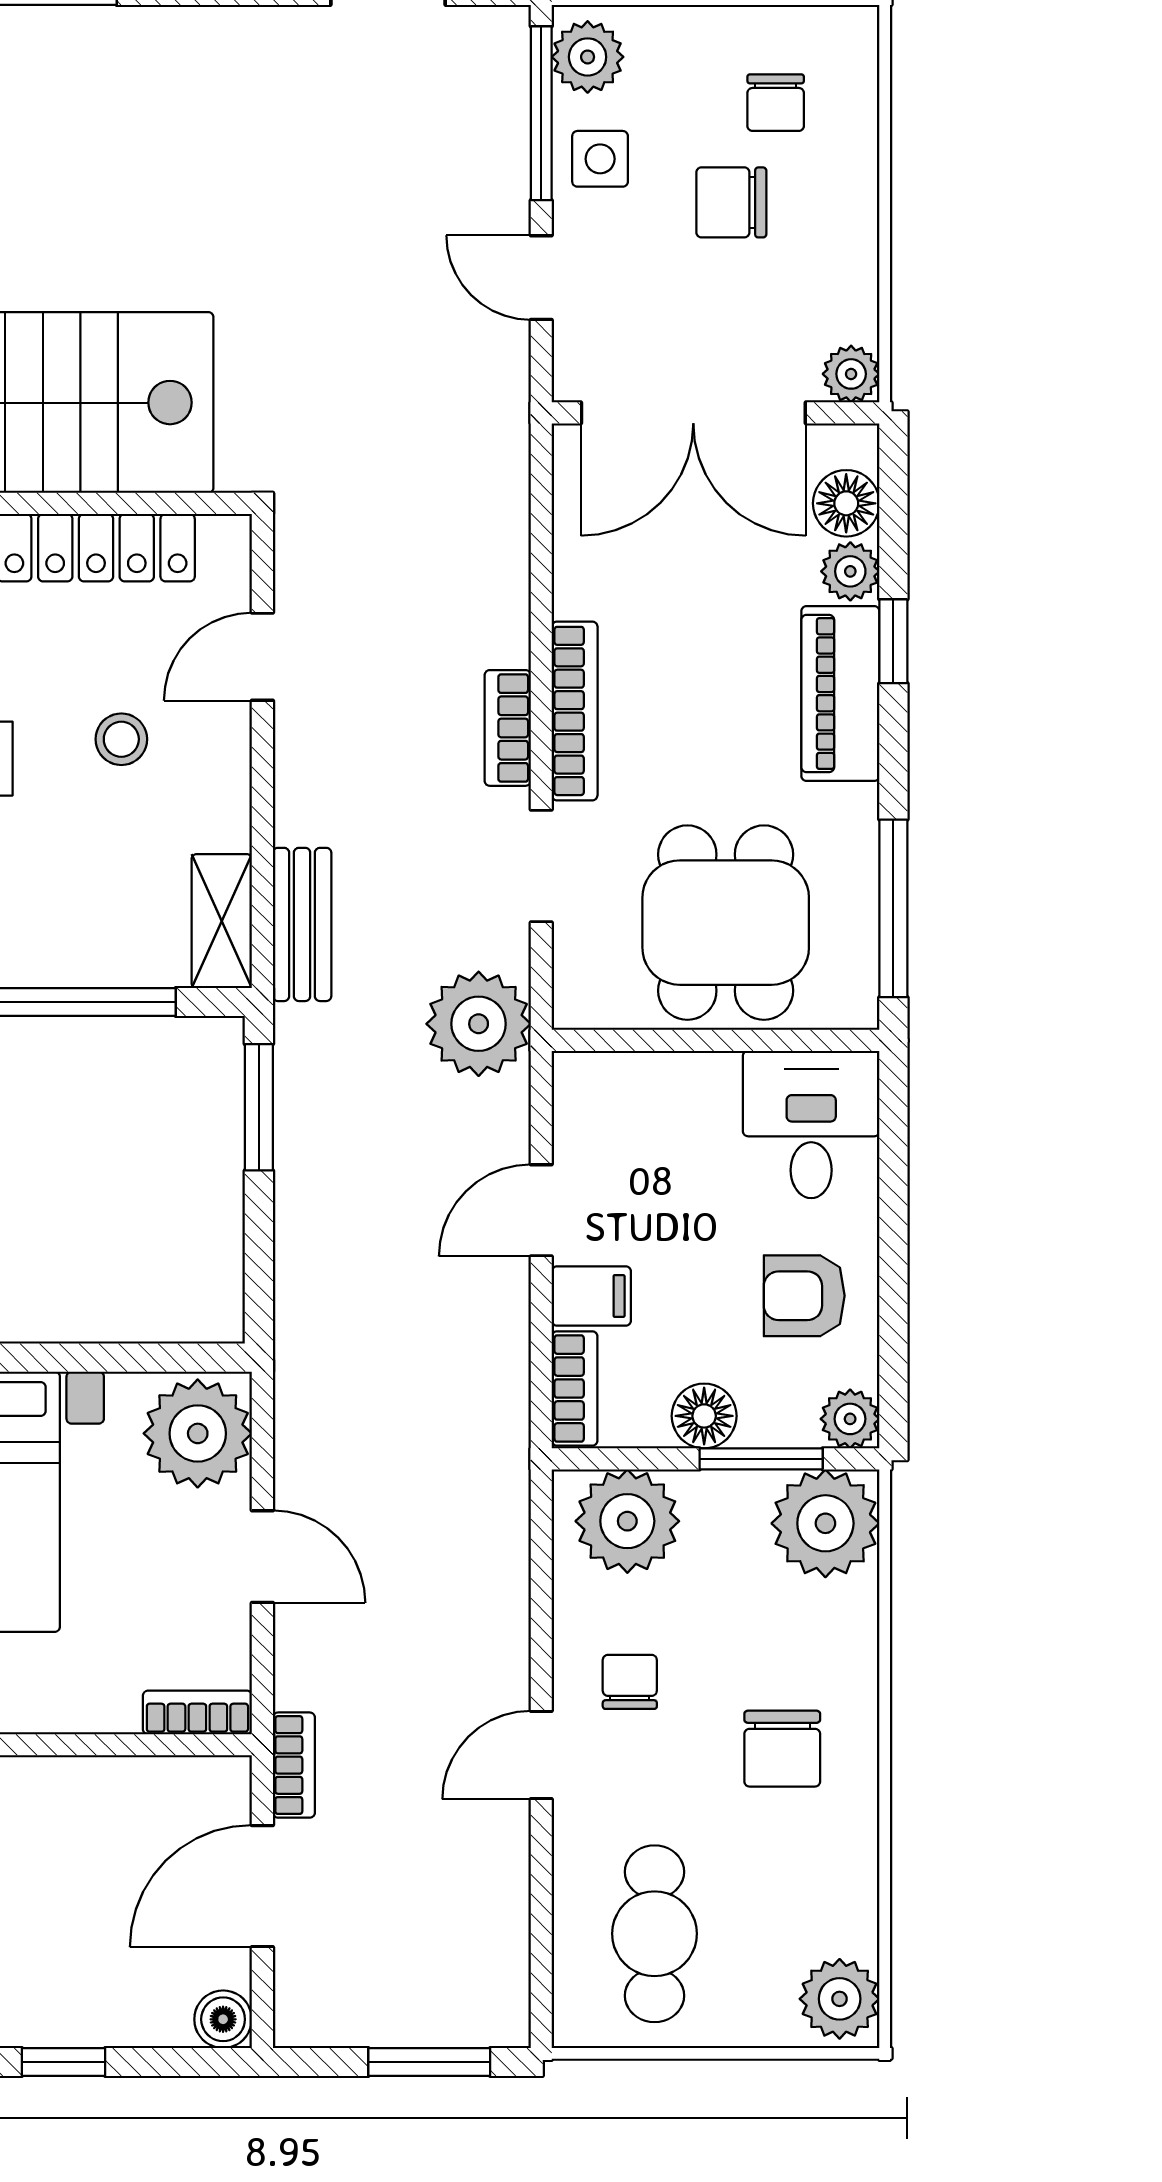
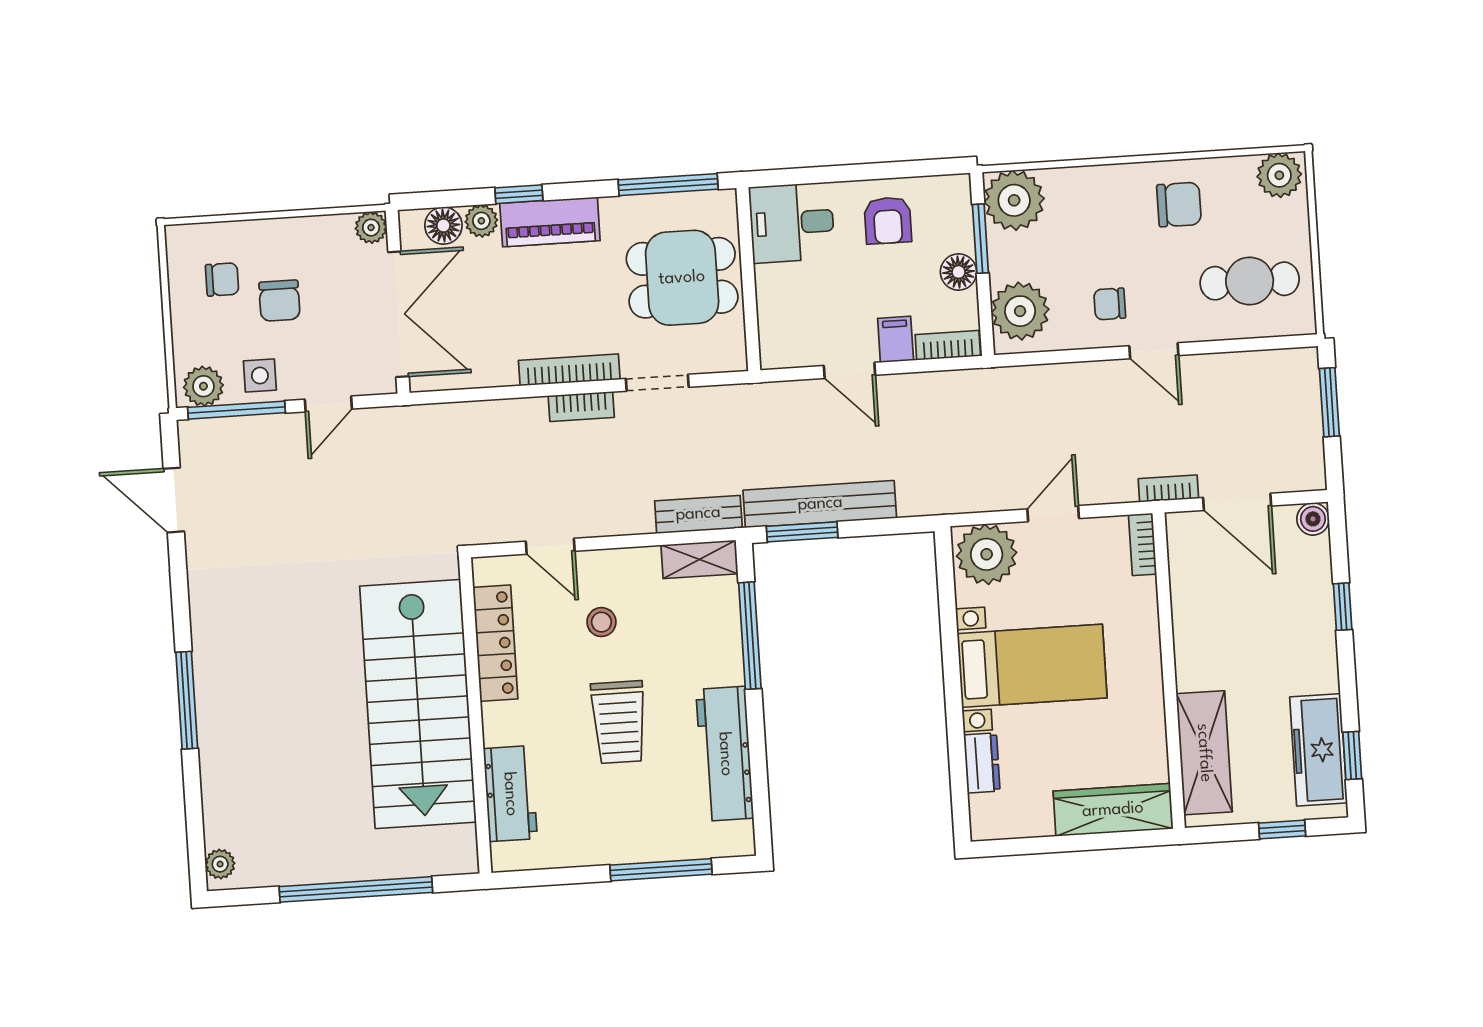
plant: (479, 1024) -> (748, 412), removed
bench: (306, 1142) -> (820, 504), added
plant: (850, 1419) -> (955, 190), removed
chair: (782, 1749) -> (1179, 205), moved

